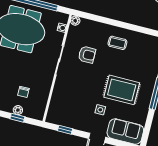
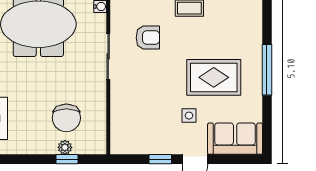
chair: (23, 92) -> (66, 118), width x1.87, depth x1.87
window: (65, 130) -> (160, 159), moved

